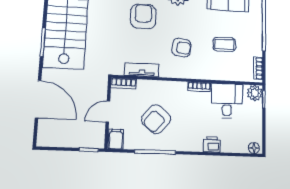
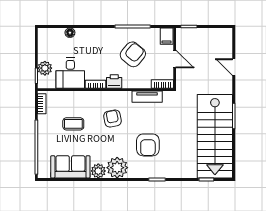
armchair: (181, 48) -> (113, 119), turned 73
plant: (255, 93) -> (45, 68), moved
door: (38, 99) -> (234, 67), width x0.53
door: (108, 112) -> (175, 59), hinge flipped
printer: (212, 144) -> (114, 81), moved, turned 180
floor lamp: (254, 148) -> (70, 33), moved

